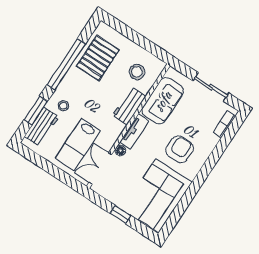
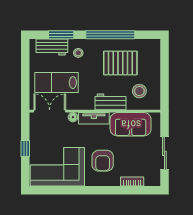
pallet: (98, 58) -> (120, 63), moved
bookcase: (224, 124) -> (132, 182), moved
armchair: (180, 149) -> (103, 161), turned 89

